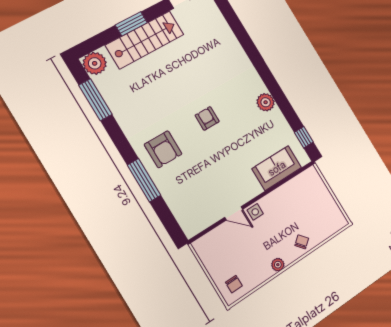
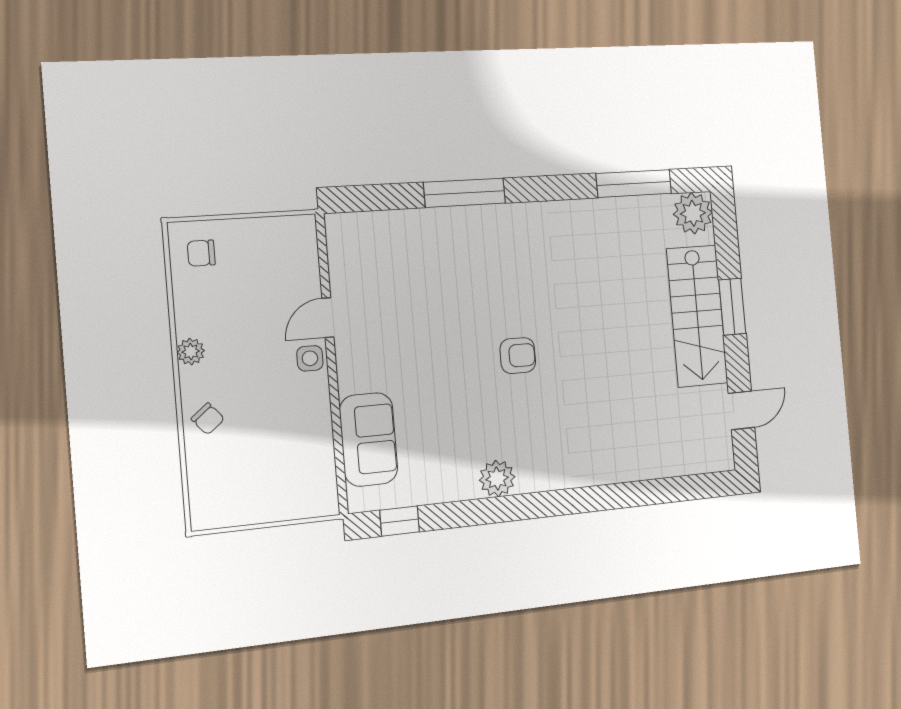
armchair: (163, 149) -> (501, 252), removed

